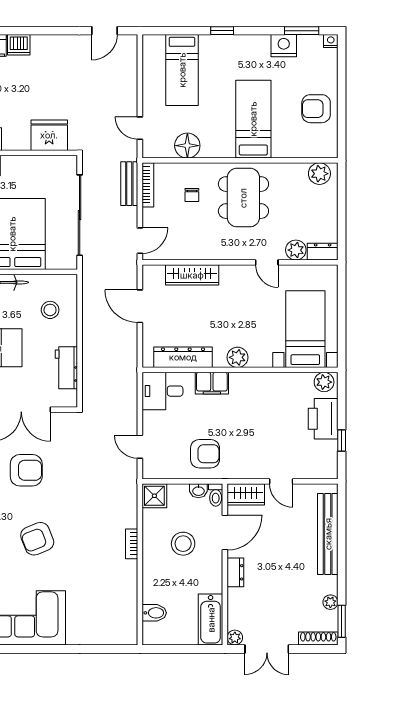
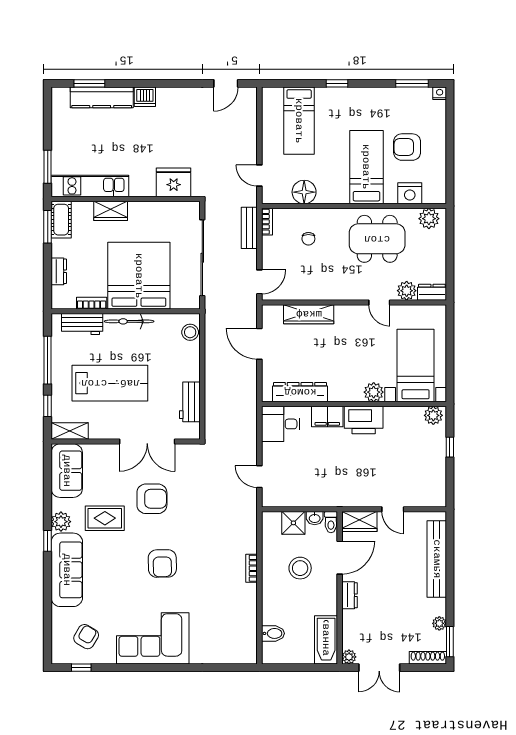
nightstand: (284, 46) -> (410, 193), moved, turned 180
armchair: (316, 109) -> (407, 147), moved
bookcase: (148, 185) -> (267, 222), width x0.64
dining table: (243, 198) -> (377, 239), moved, turned 90
stool: (50, 310) -> (190, 332), moved
plant: (237, 357) -> (374, 392), moved
printer: (323, 419) -> (364, 420), moved, turned -90
window: (342, 441) -> (450, 447), moved
armchair: (205, 454) -> (321, 483), removed
shower: (154, 496) -> (293, 523), moved
armchair: (37, 539) -> (162, 563), turned -69

